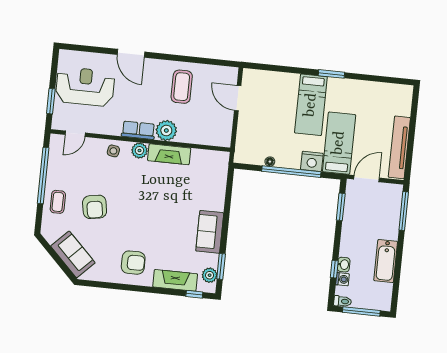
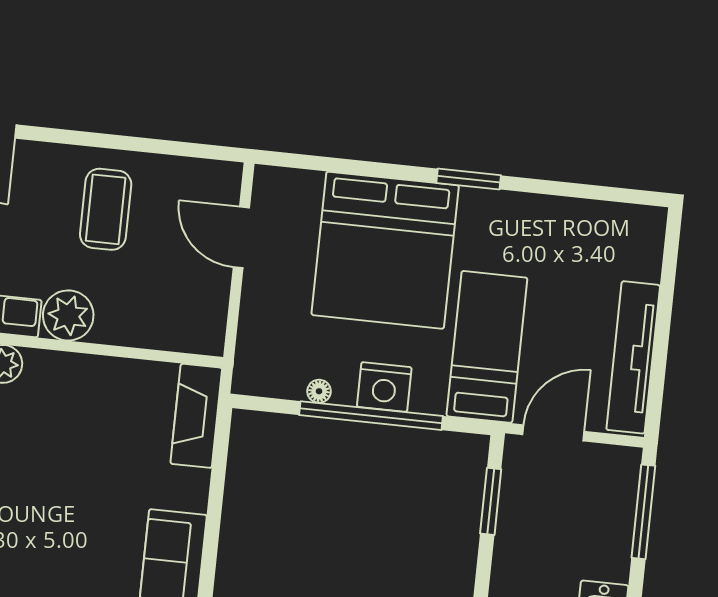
bed: (311, 105) -> (385, 250), width x2.04
fireplace: (169, 154) -> (196, 416), moved, turned 90
nightstand: (312, 161) -> (384, 387), moved

